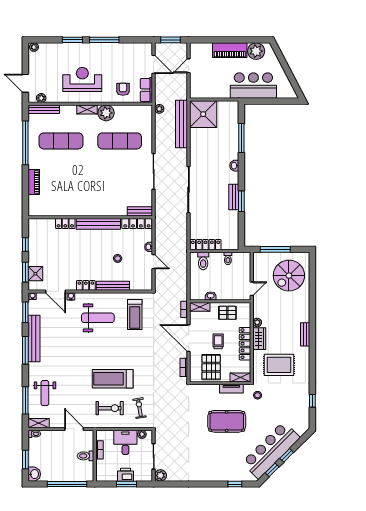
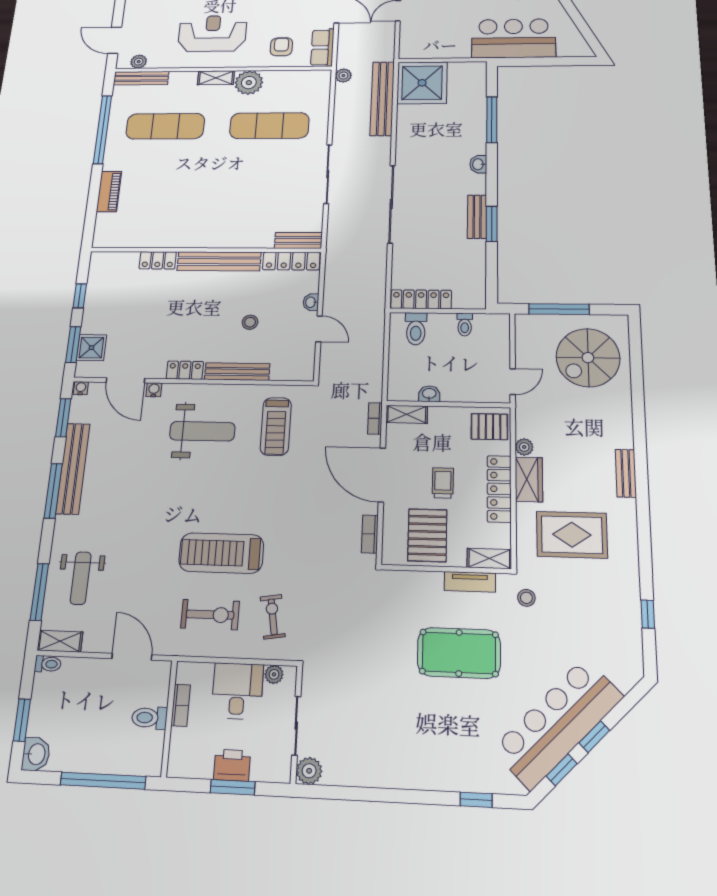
pallet: (227, 313) -> (489, 427), moved

